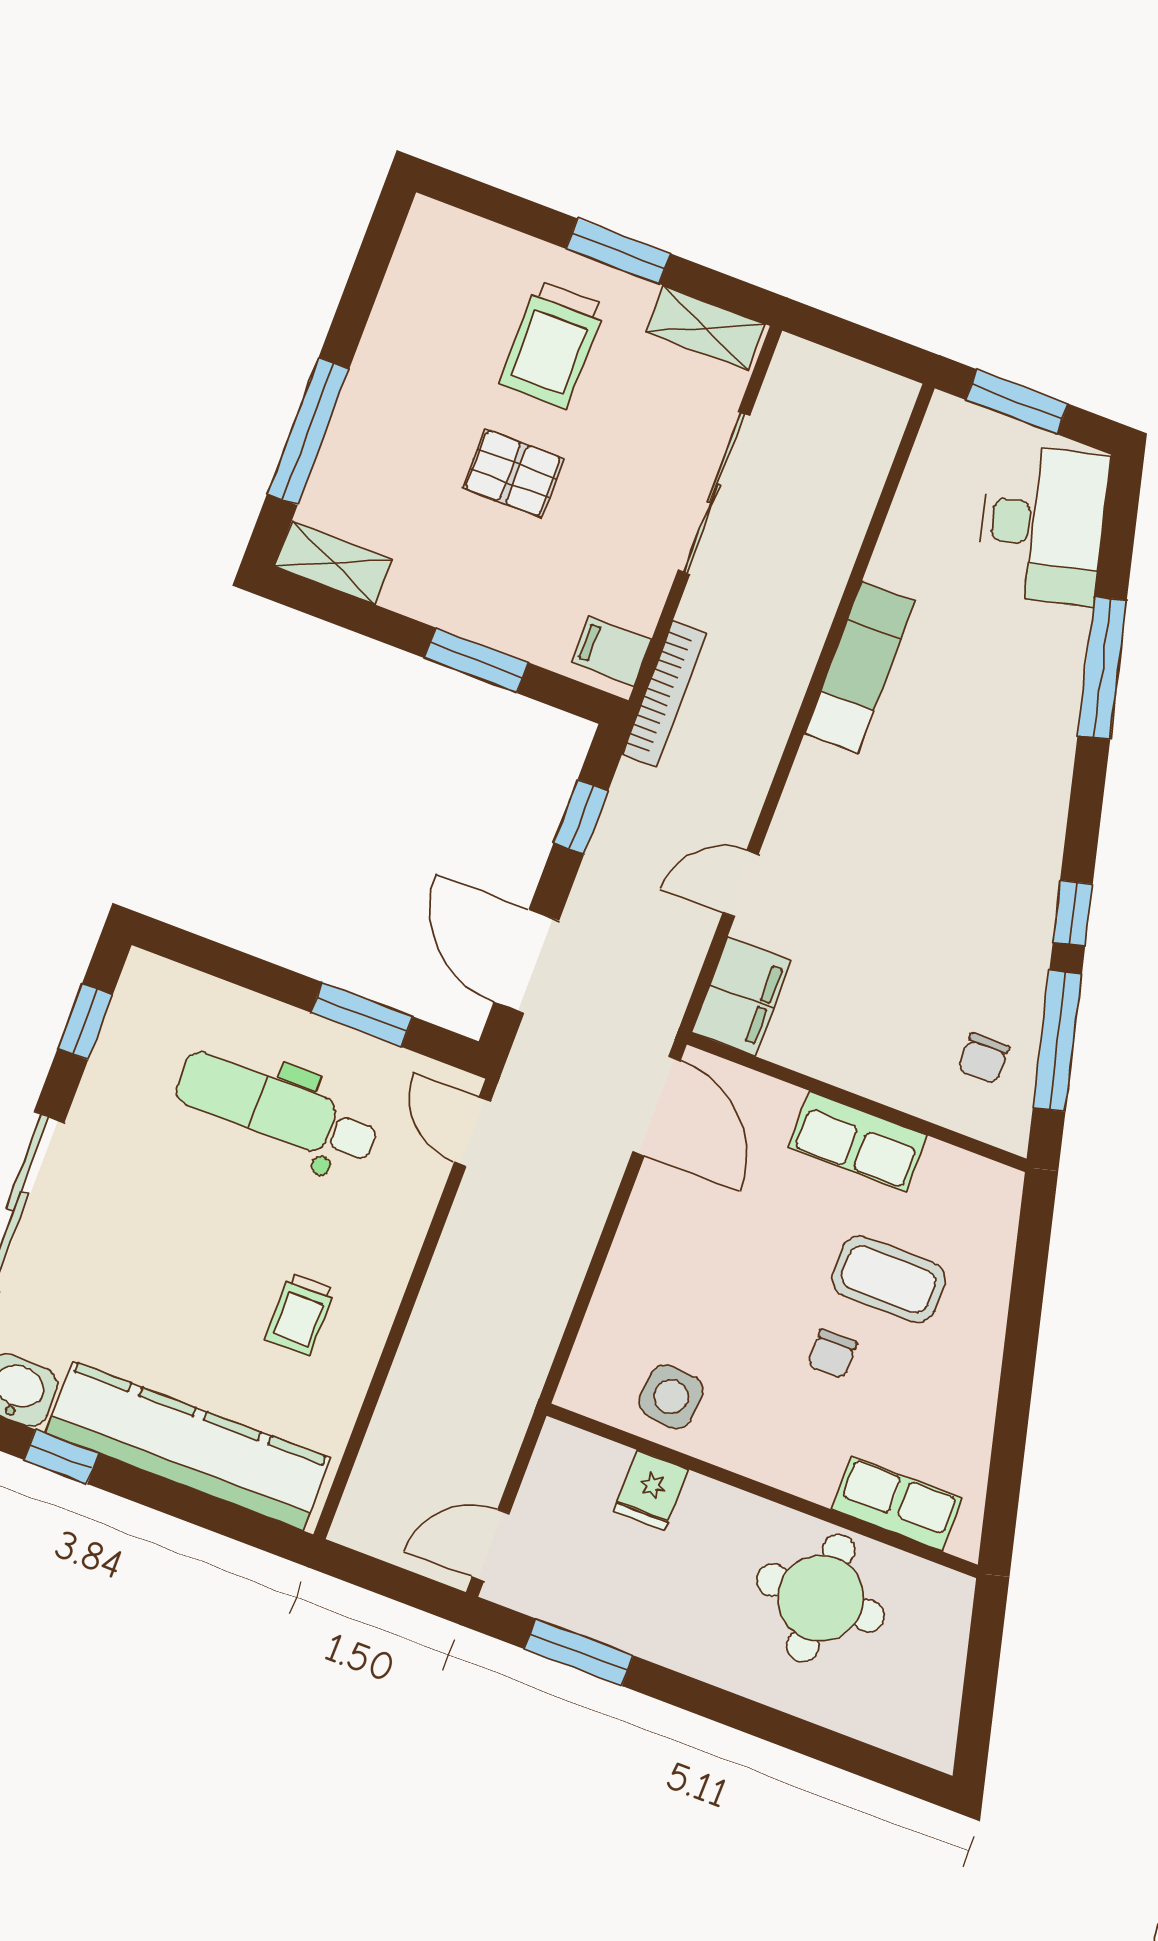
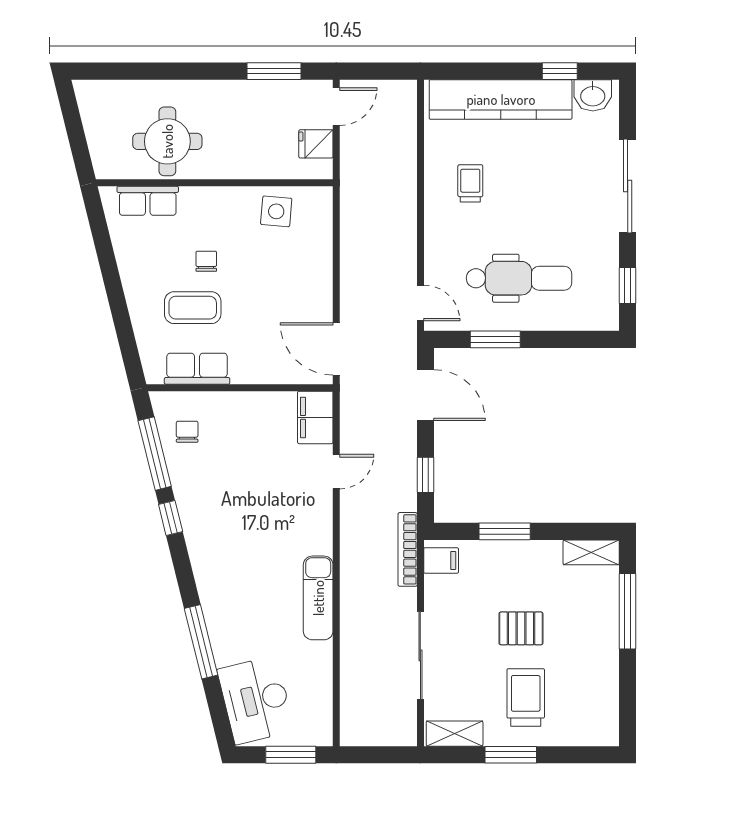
row of seats: (858, 1141) -> (197, 369), moved
fridge: (651, 1490) -> (316, 144), moved, turned -90

